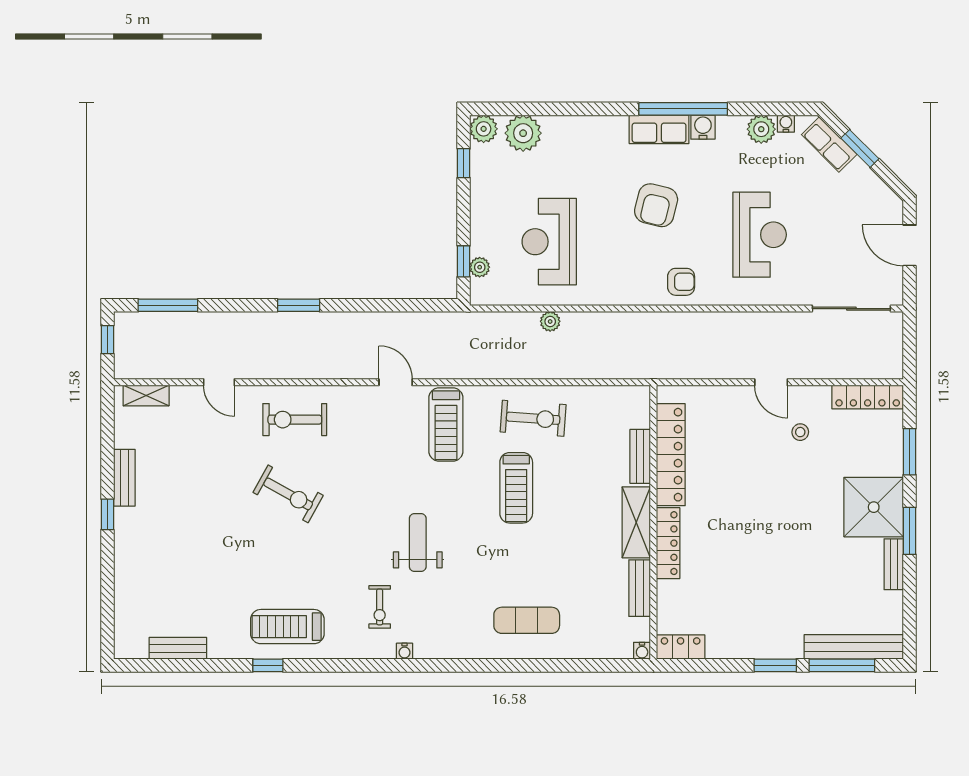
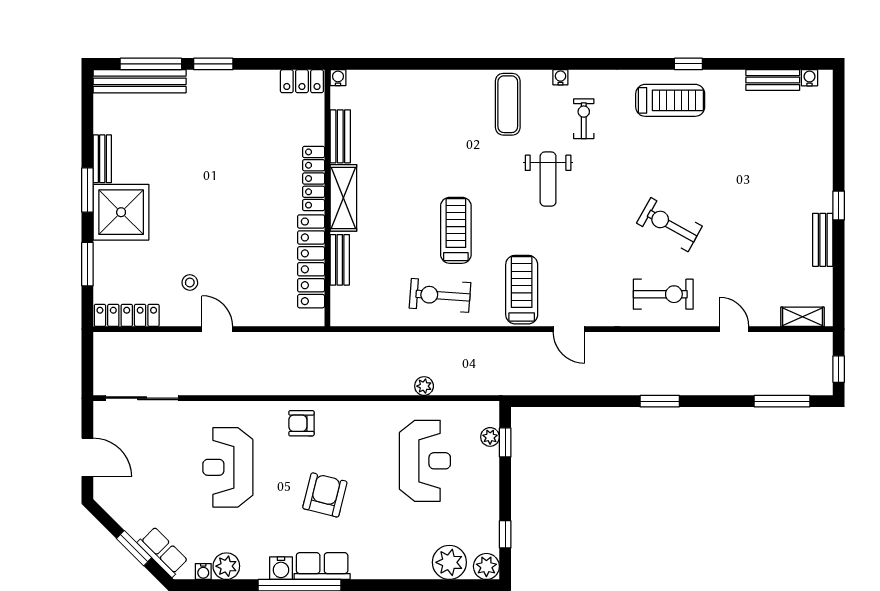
exercise mat: (527, 620) -> (508, 104), moved, turned 90
water cooler: (139, 651) -> (809, 78), added

